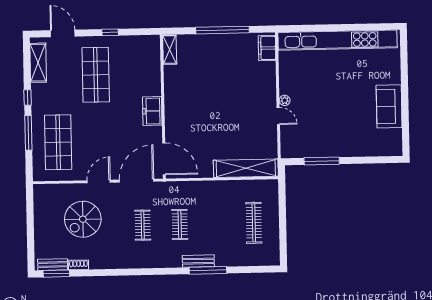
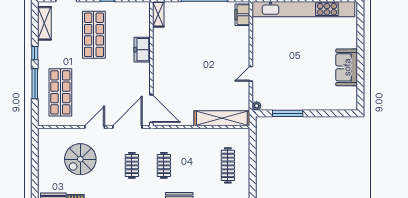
plant: (285, 100) -> (257, 106), moved
freezer: (152, 111) -> (142, 50), moved
door: (278, 116) -> (251, 74), swing flipped

